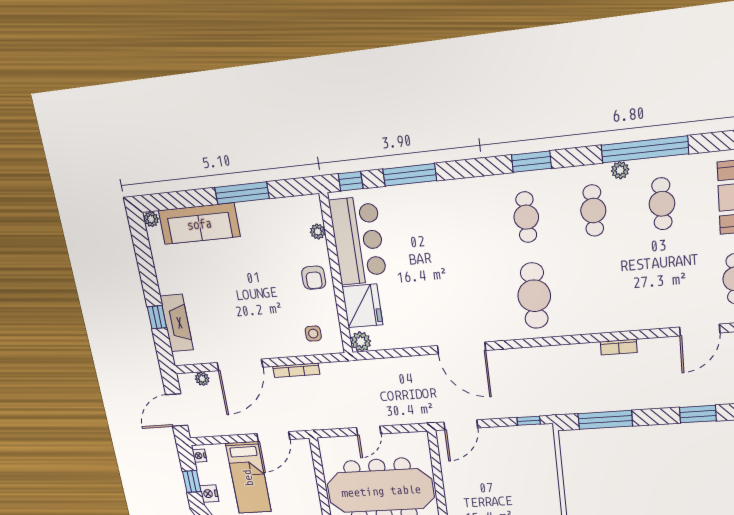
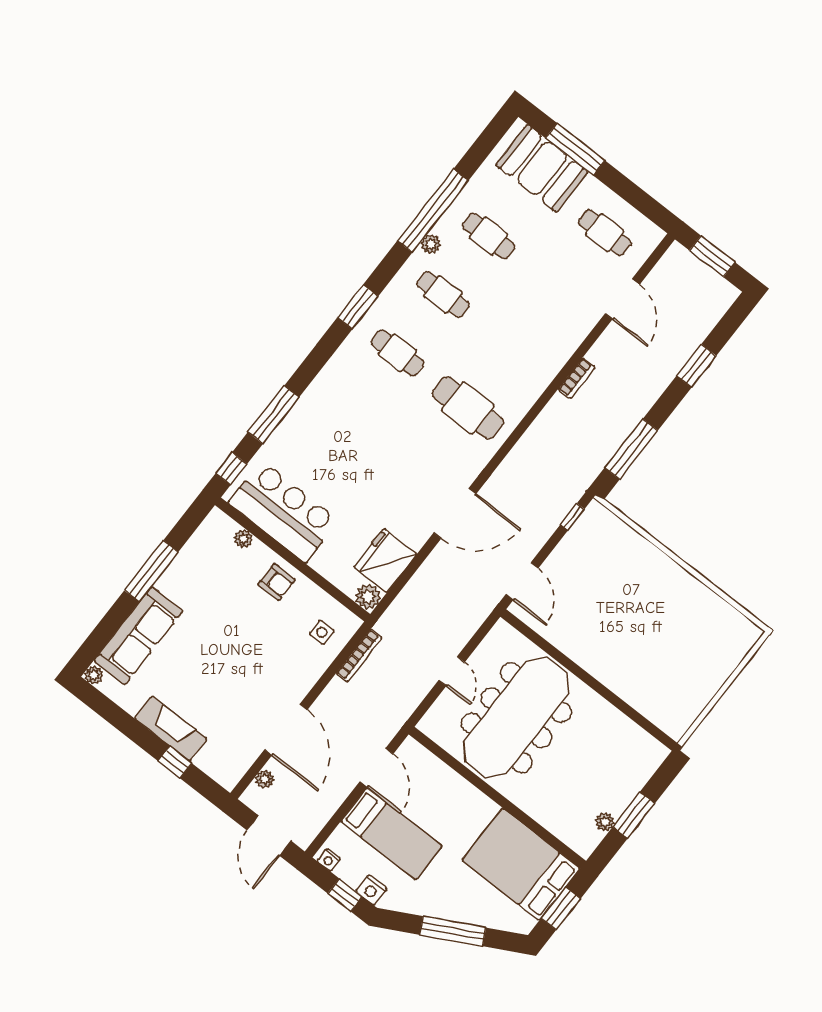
fridge: (362, 306) -> (385, 561), moved, turned -90
fireplace: (177, 323) -> (171, 728), moved
bookcase: (296, 370) -> (359, 655), moved

